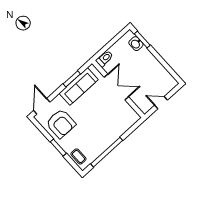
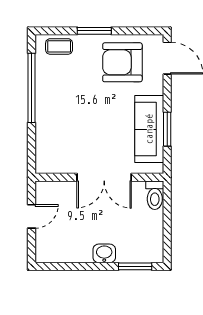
washbasin: (136, 44) -> (104, 253), moved

